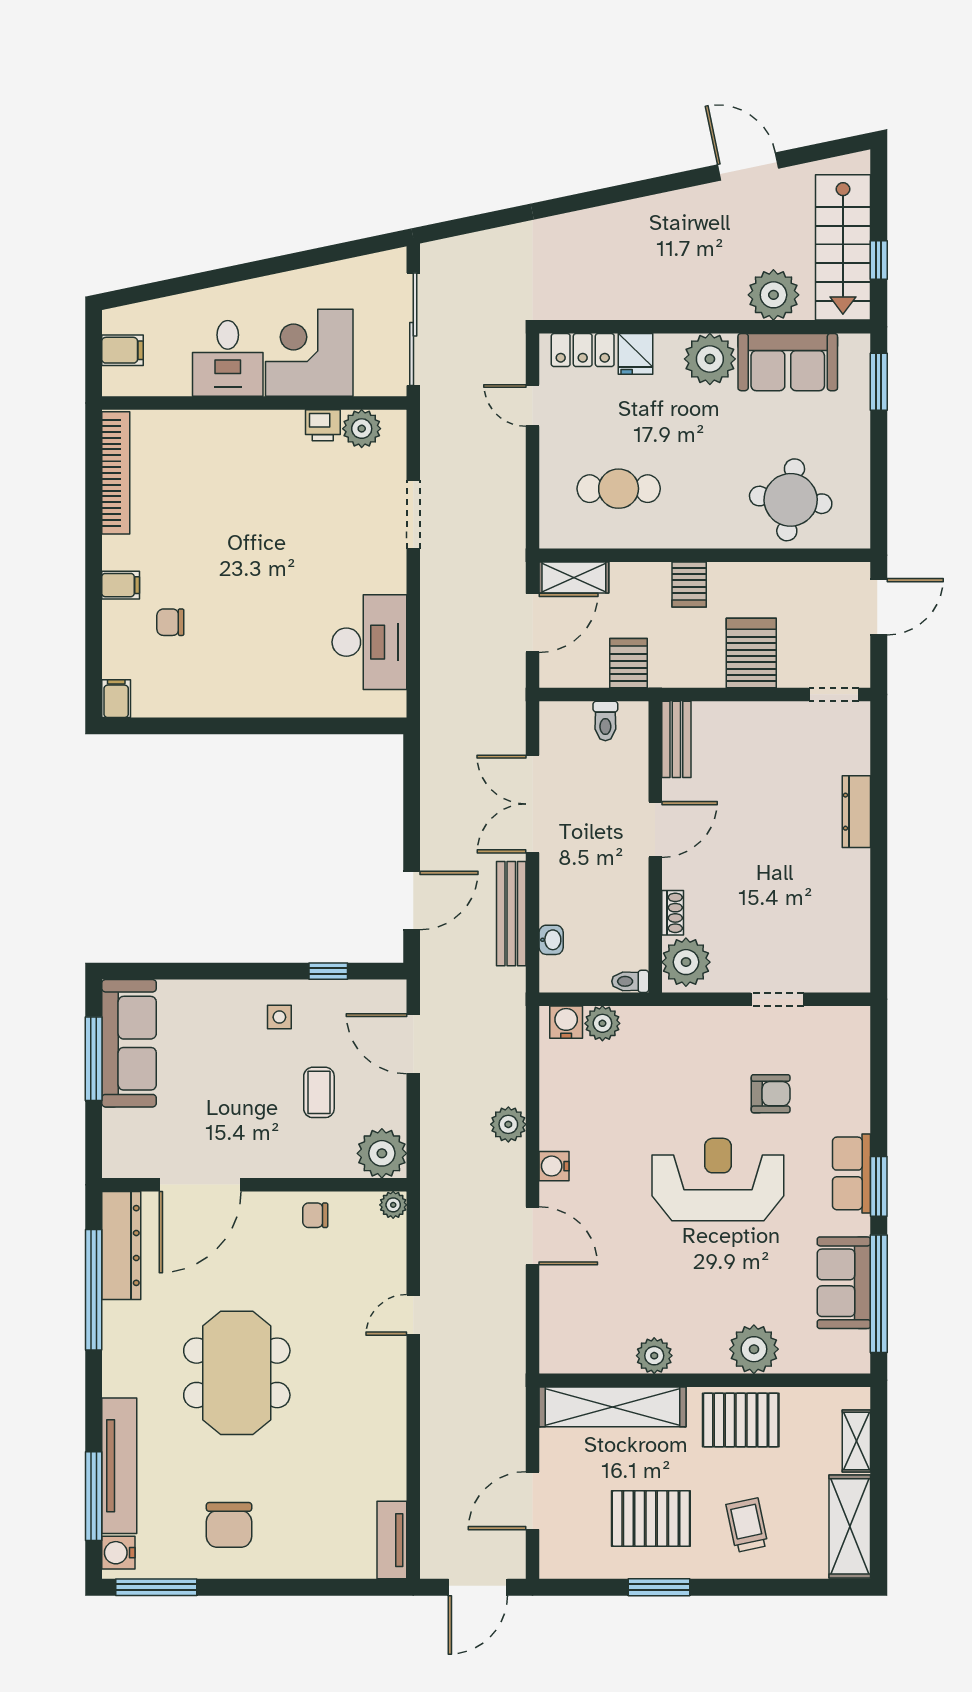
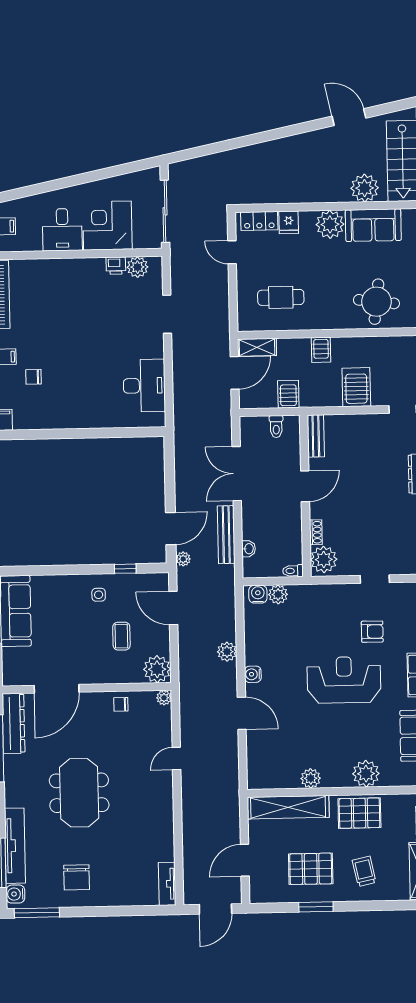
plant: (433, 956) -> (183, 559), added

